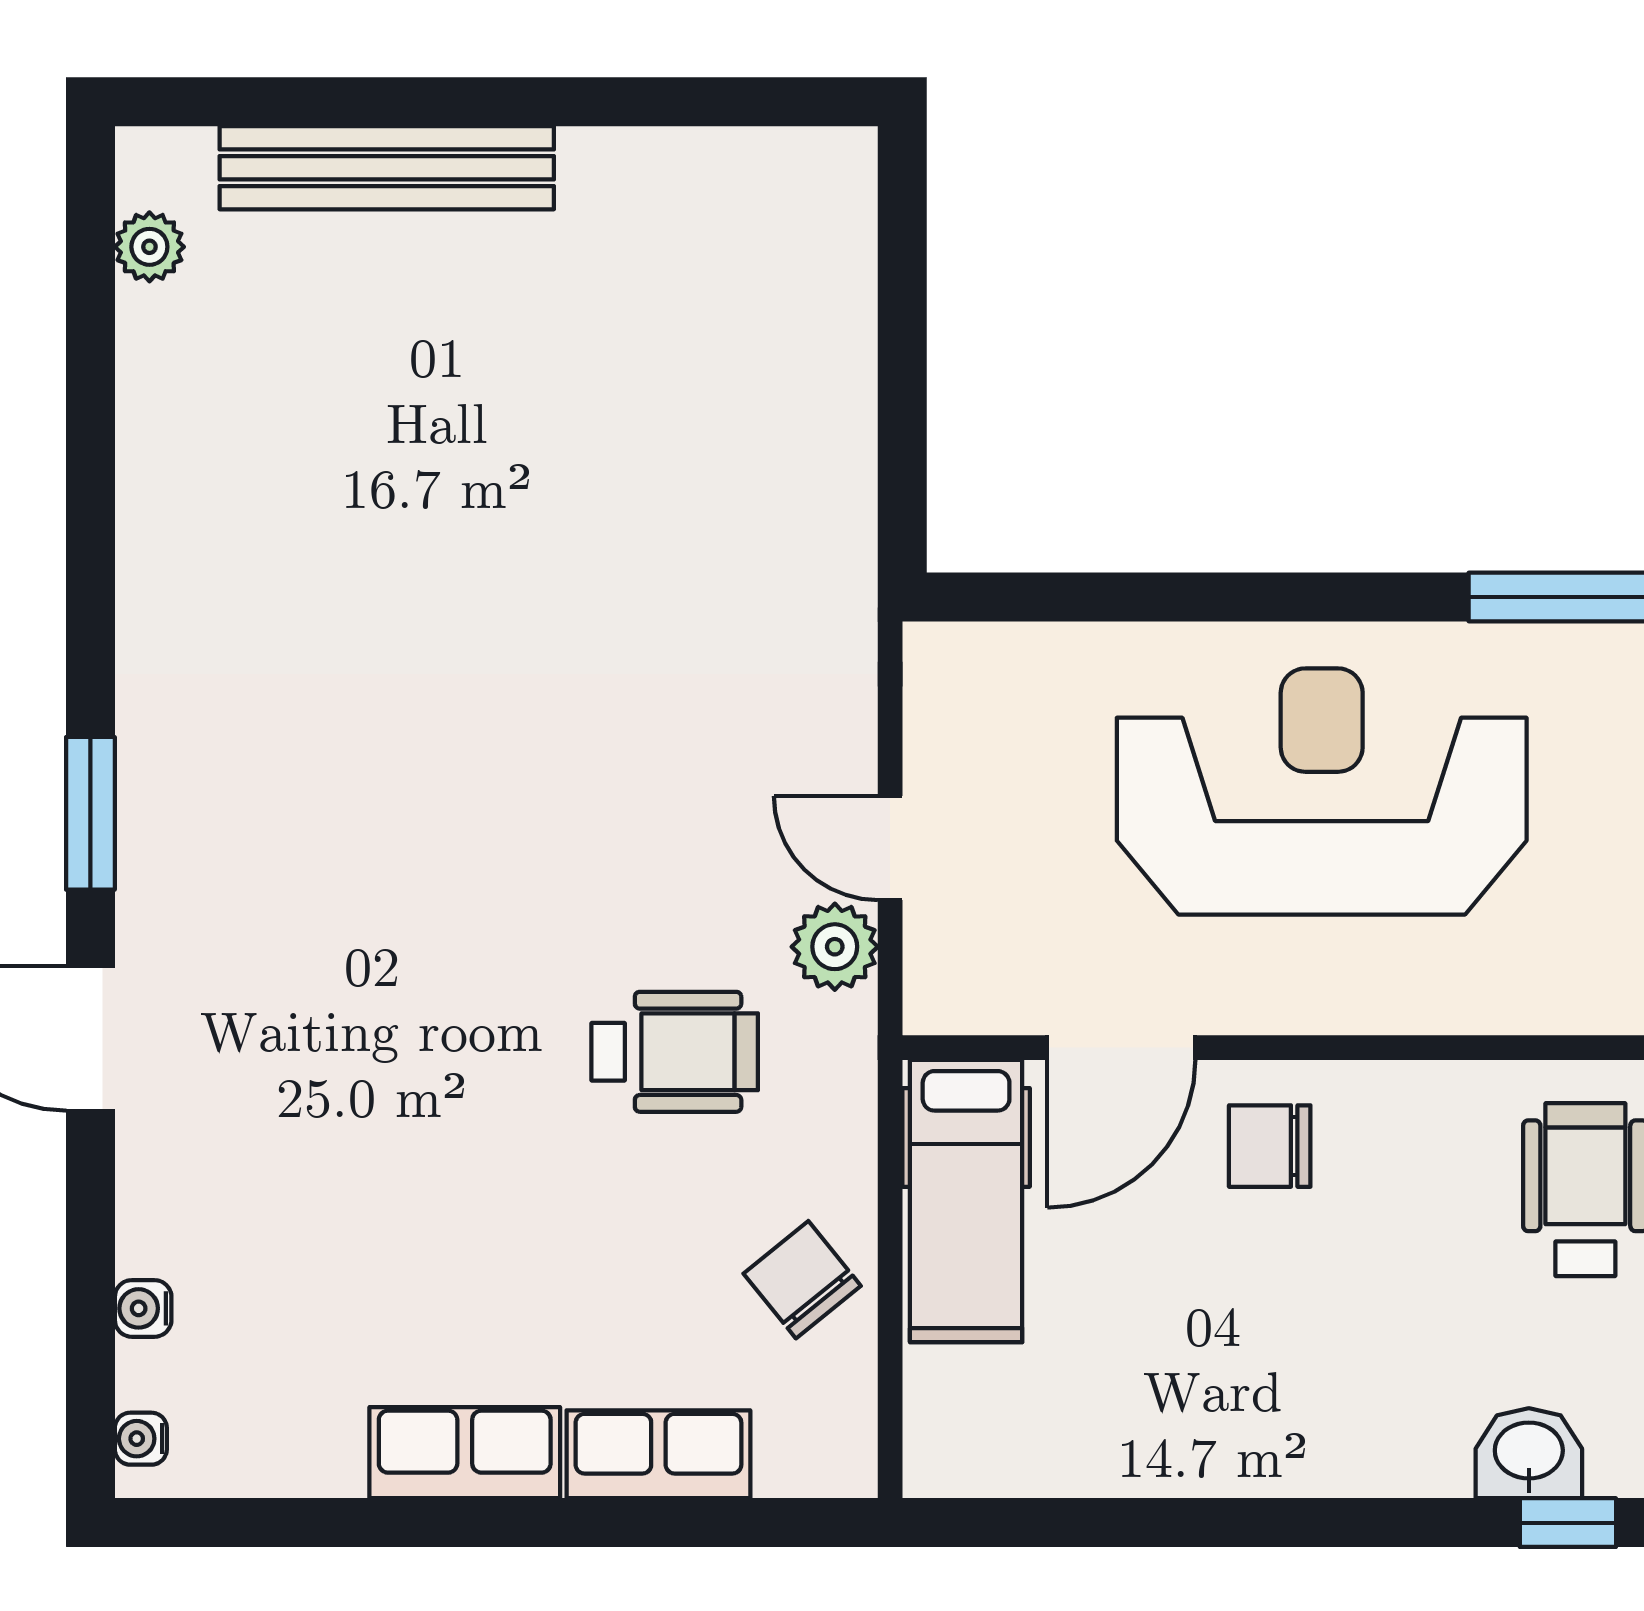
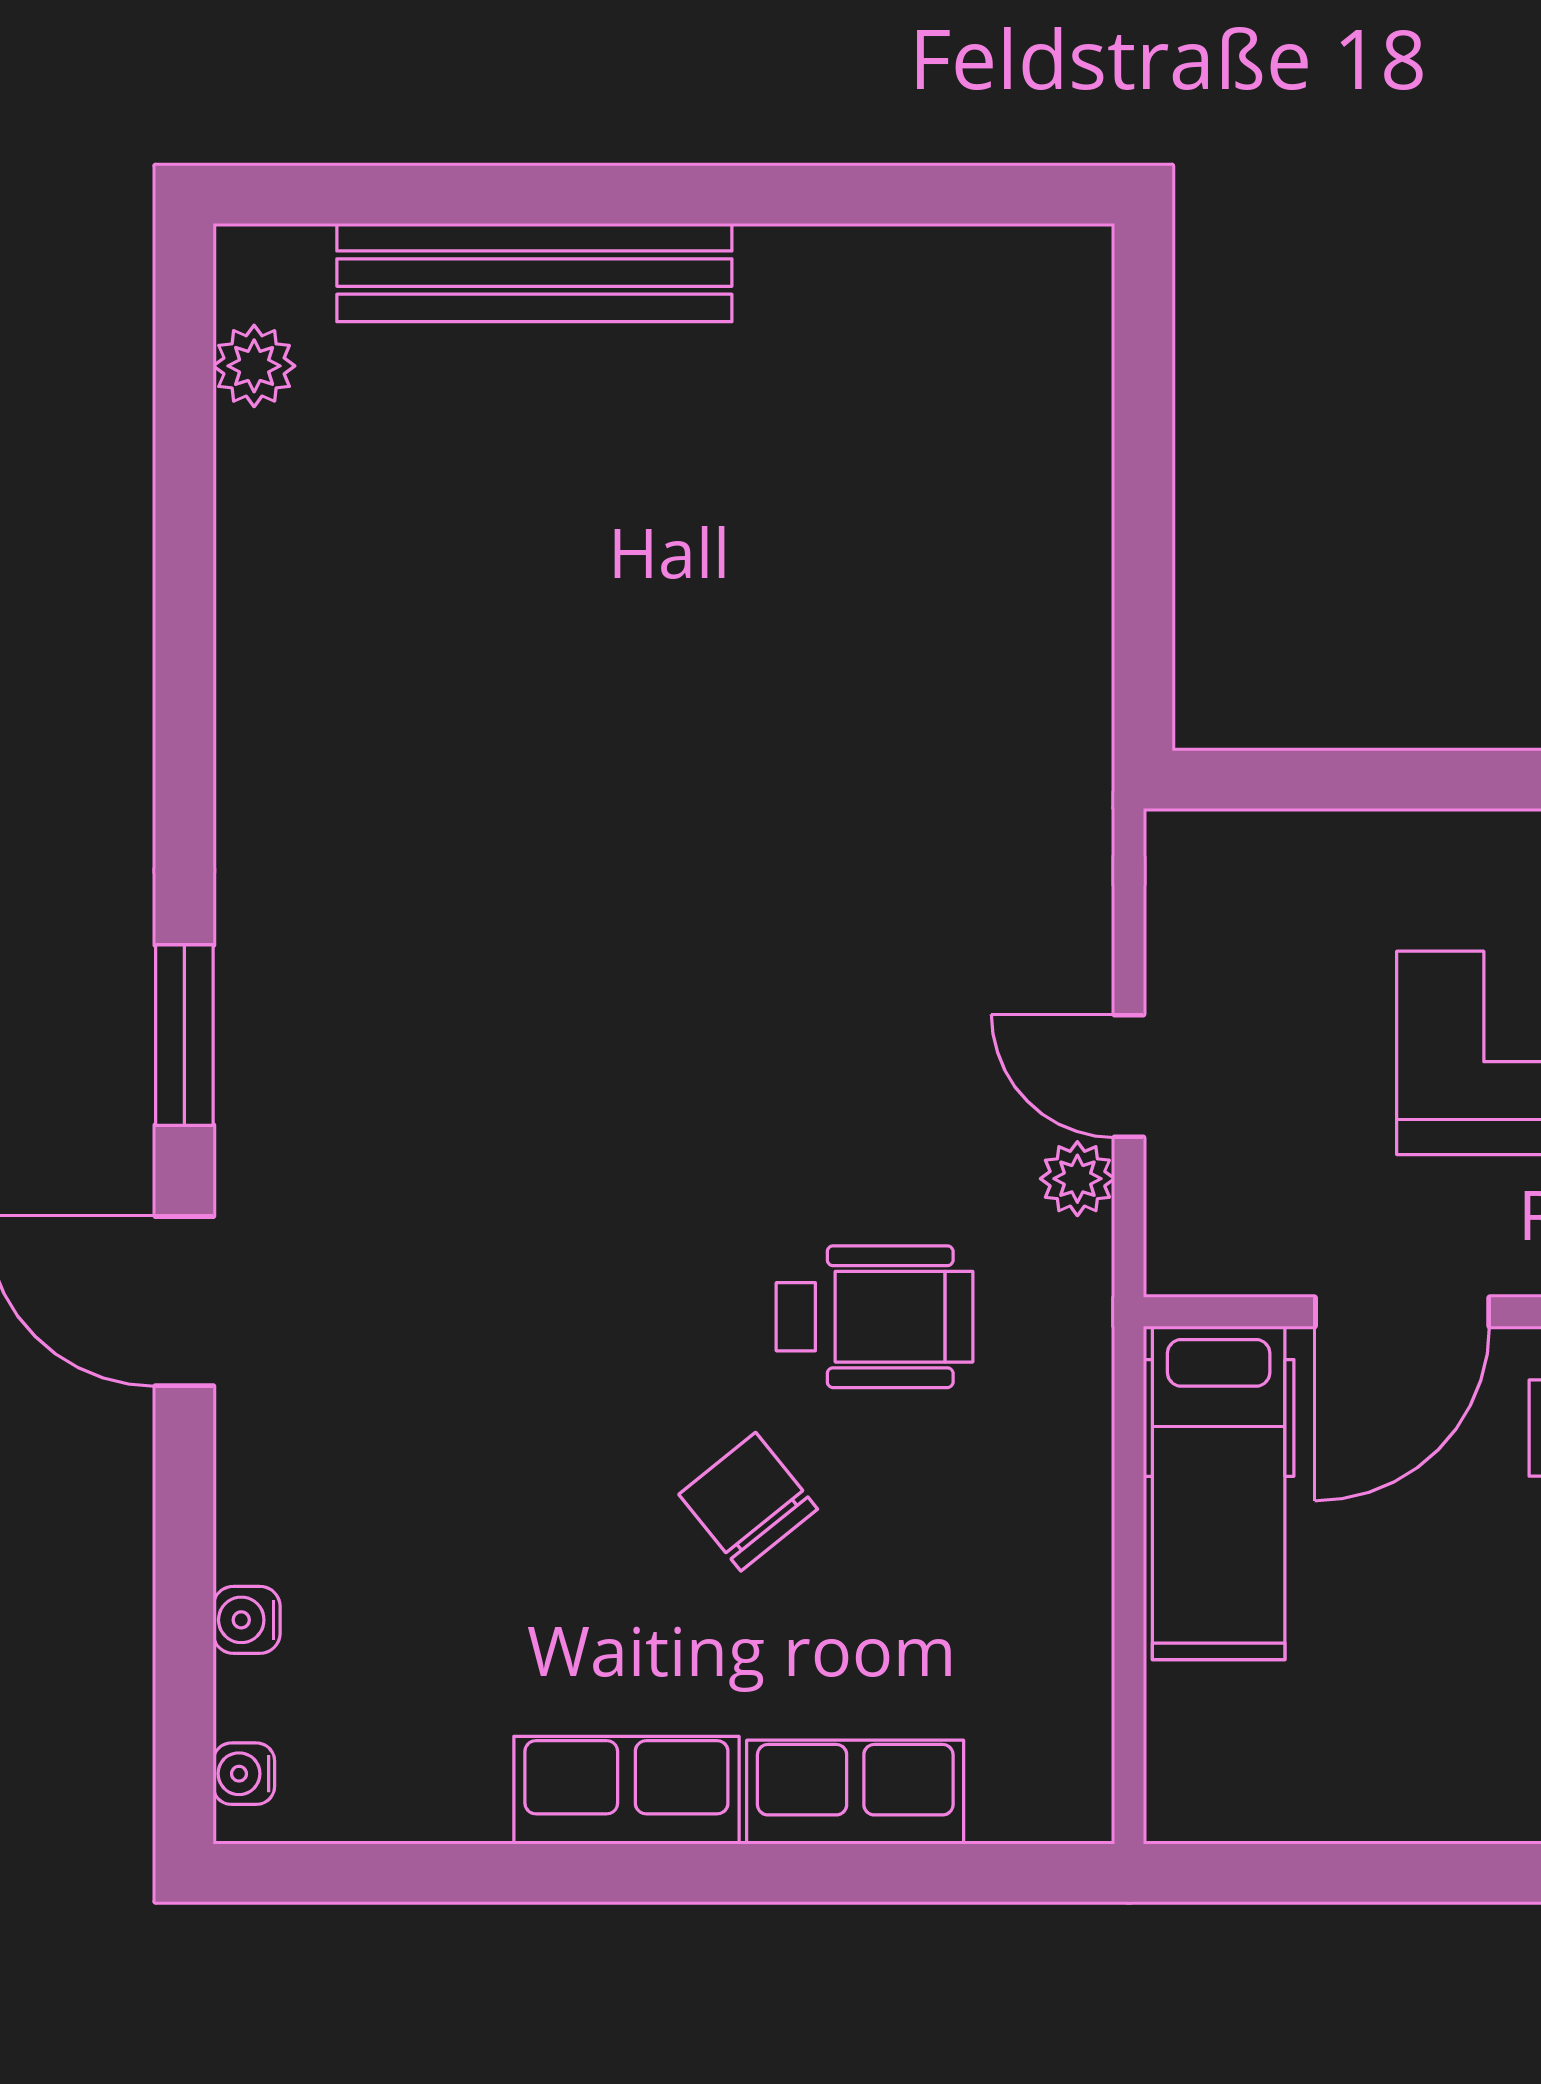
plant: (835, 947) -> (1077, 1179), width x0.73, depth x0.73
chair: (802, 1280) -> (748, 1502), moved

